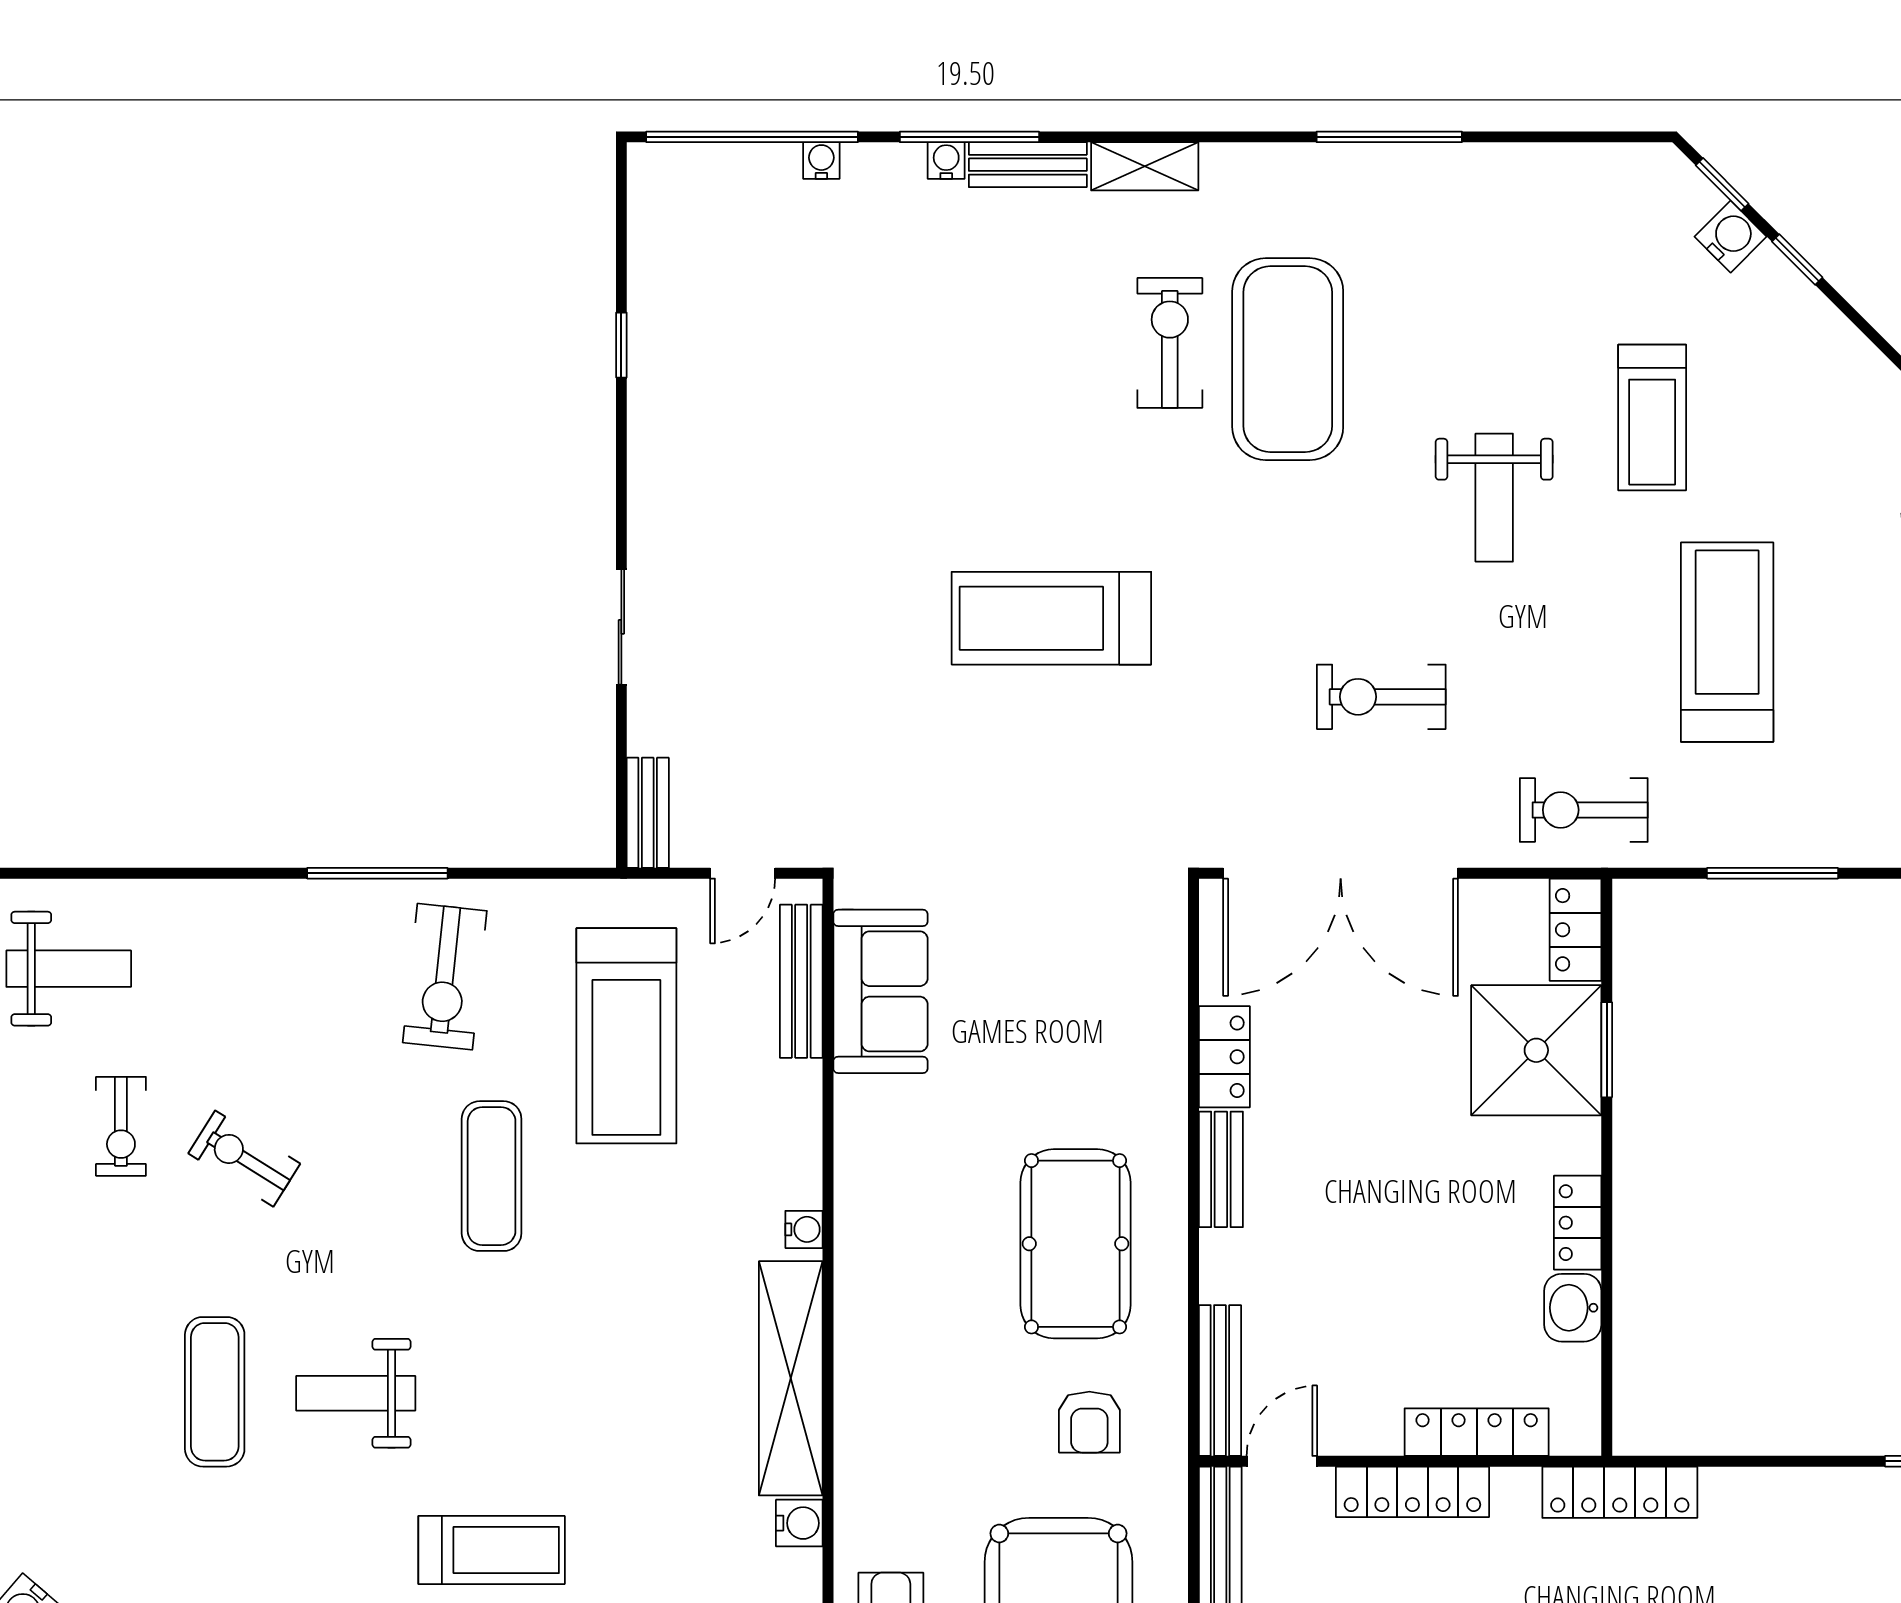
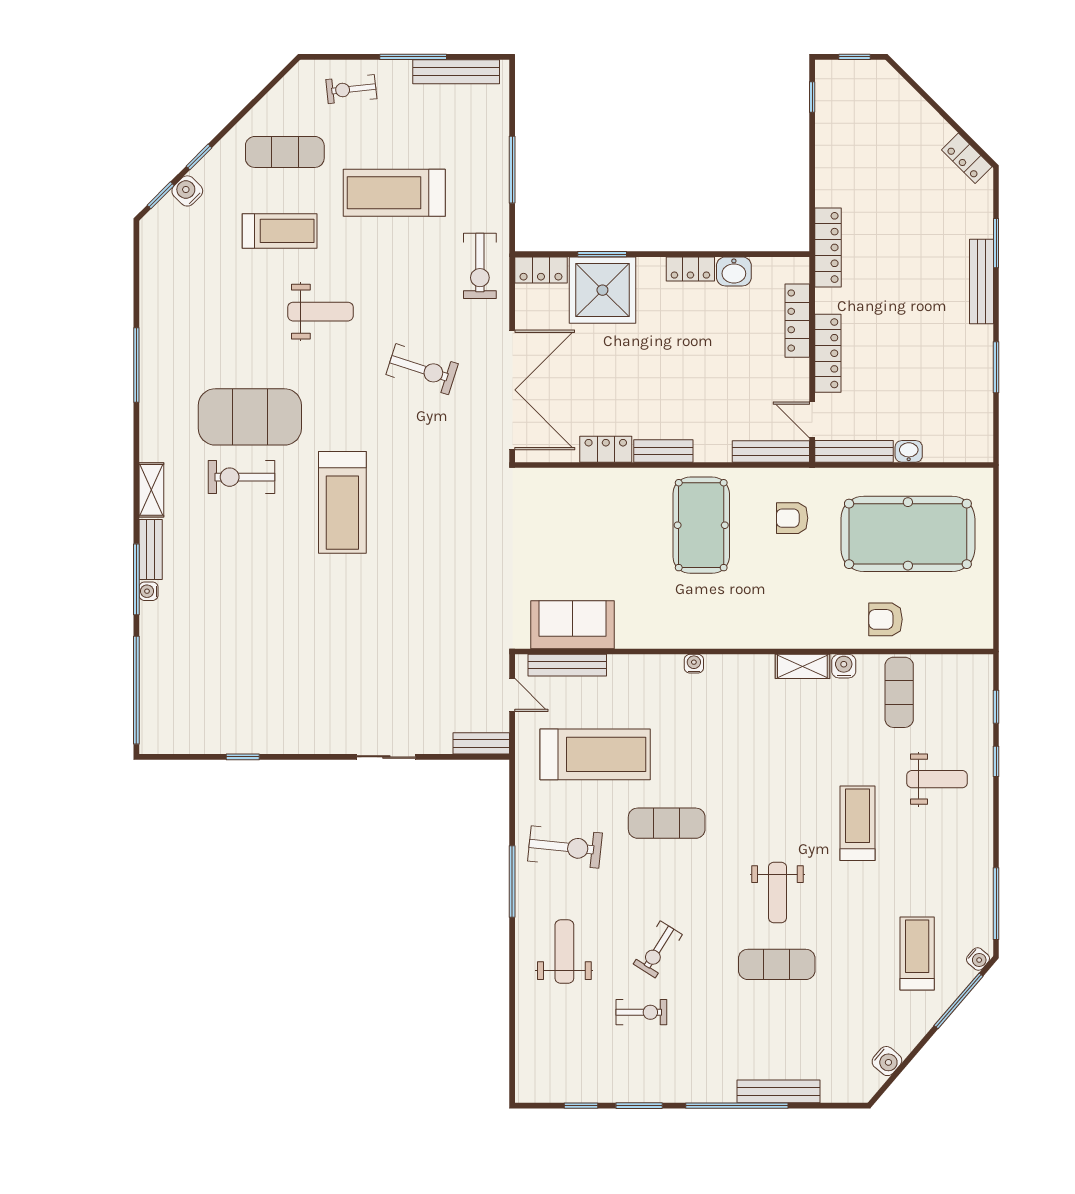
water cooler: (821, 160) -> (148, 655), removed
exercise mat: (1807, 428) -> (285, 152), added
treadmill: (1051, 618) -> (342, 502), moved
exercise bike: (1381, 697) -> (422, 369), turned -72
weight bench: (69, 969) -> (564, 952), moved
pool table: (1076, 1244) -> (701, 525), turned 90
shelving: (791, 1378) -> (802, 666), width x0.45, depth x0.75
armchair: (1089, 1422) -> (792, 518), turned 180

